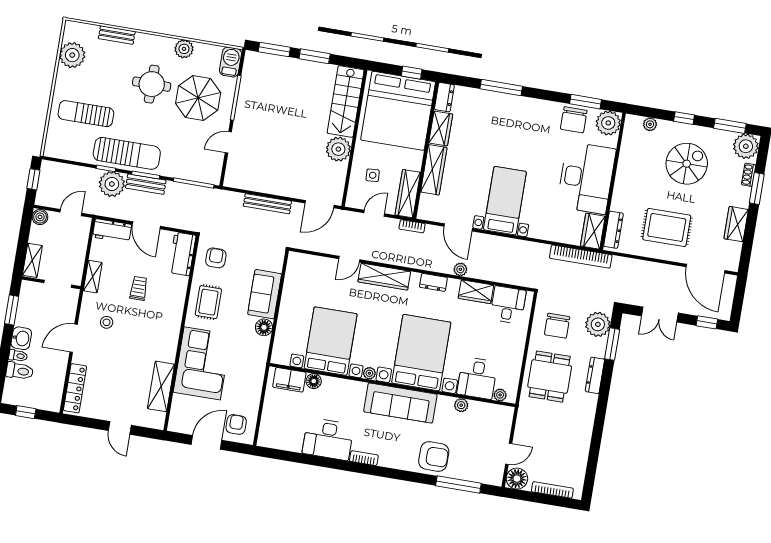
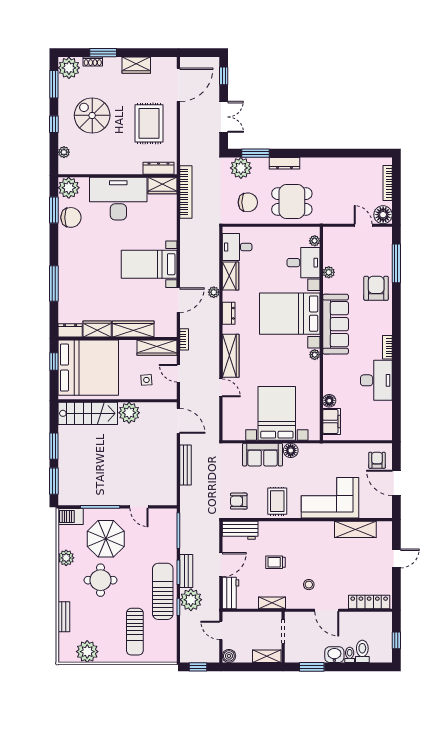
rug: (208, 302) -> (277, 501), turned 90
bed with nightstands: (331, 341) -> (277, 413), moved, turned 90
armchair: (236, 424) -> (377, 460), turned 90

